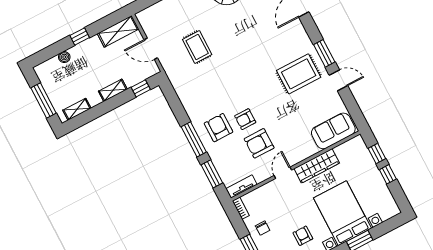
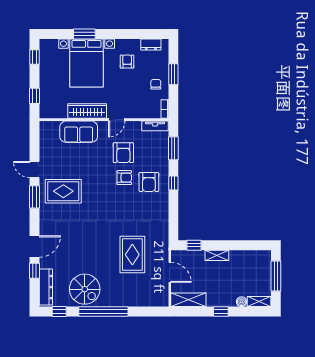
rug: (197, 47) -> (132, 255), width x1.36, depth x1.43
shelving: (77, 109) -> (259, 302), moved
sofa: (333, 131) -> (79, 132), moved
window: (194, 139) -> (173, 183), width x0.46
armchair: (259, 143) -> (123, 153), turned 90
window: (388, 174) -> (35, 57), moved
armchair: (303, 236) -> (127, 62), turned 180

